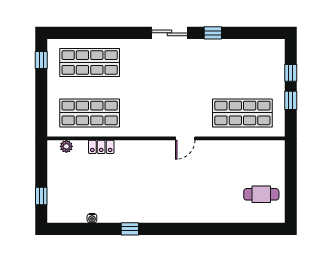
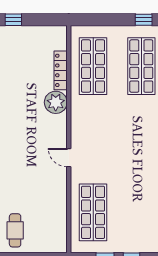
plant: (66, 146) -> (56, 102), moved, width x1.87, depth x1.87
locker: (101, 147) -> (61, 70), width x1.53

